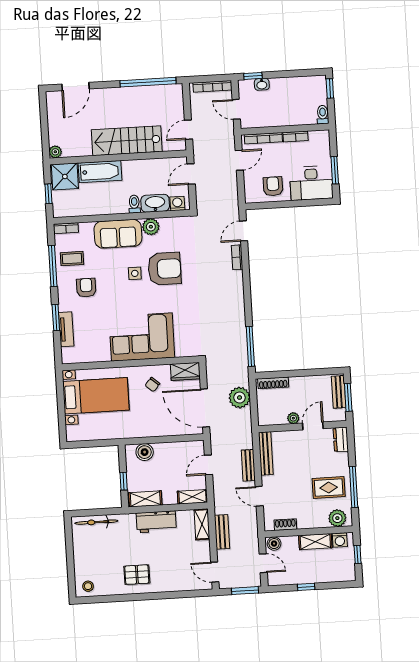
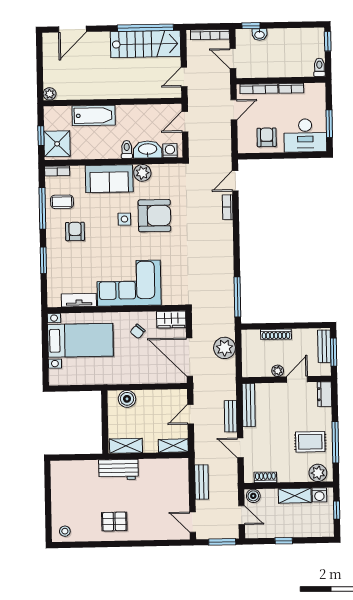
stairs: (127, 141) -> (146, 44), moved, turned 180
shower: (65, 176) -> (57, 144), moved
tv unit: (66, 329) -> (79, 300), moved, turned -90
shoe rack: (273, 383) -> (276, 334), moved
window: (124, 481) -> (105, 427), removed
bicycle: (96, 522) -> (76, 467), removed
workbench: (156, 522) -> (118, 470), moved
shelving: (202, 524) -> (182, 474), removed

